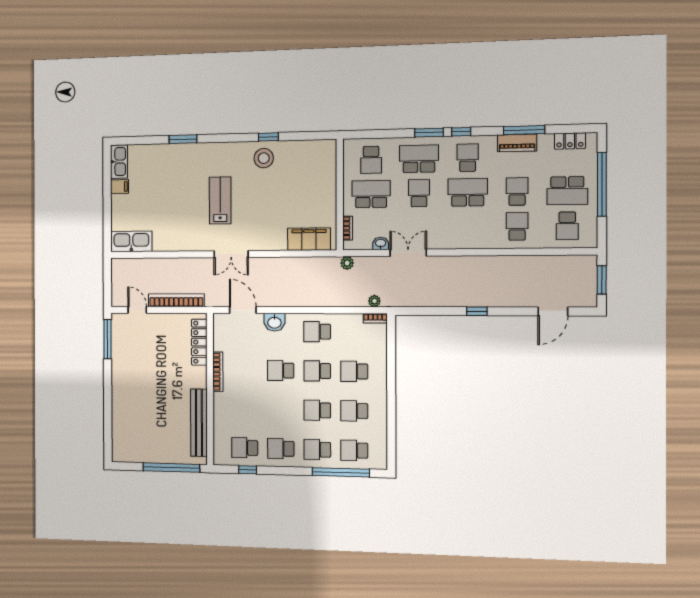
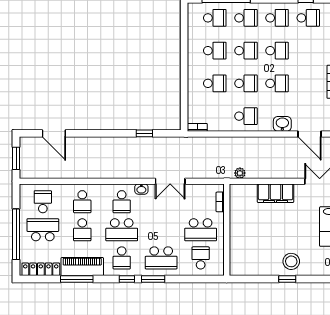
locker: (570, 141) -> (41, 269), width x1.53
piano: (517, 143) -> (82, 267), width x1.37, depth x1.33
school desk: (419, 193) -> (122, 202), moved
filing cabinet: (309, 239) -> (276, 193), moved
washbasin: (381, 243) -> (141, 189), moved
plant: (347, 263) -> (240, 173), moved
plant: (374, 301) -> (198, 142), removed
window: (477, 311) -> (144, 133), moved
door: (553, 311) -> (54, 133), swing flipped
school desk: (281, 410) -> (277, 51), added

